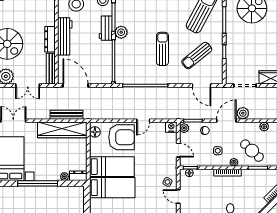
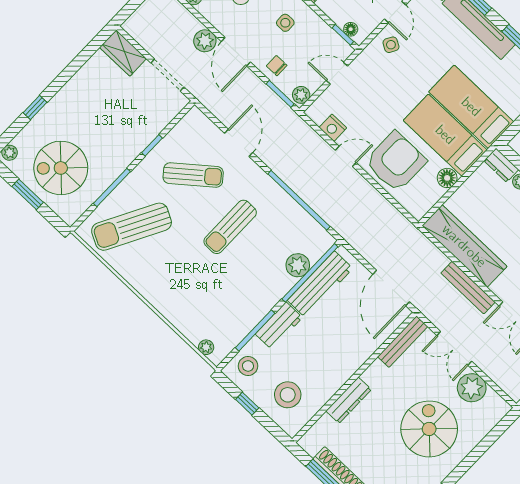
plant: (121, 32) -> (298, 265), moved
workbench: (65, 36) -> (320, 284), moved, turned 180
dresser: (50, 39) -> (349, 400), moved
double door: (28, 85) -> (454, 348), swing flipped
door: (202, 85) -> (239, 143), moved
bench: (66, 115) -> (468, 288), moved
door: (226, 121) -> (236, 52), hinge flipped
nightstand: (171, 127) -> (333, 128), moved
floor lamp: (95, 132) -> (447, 178), moved
armchair: (121, 137) -> (396, 162), turned 90
door: (178, 150) -> (337, 73), hinge flipped

